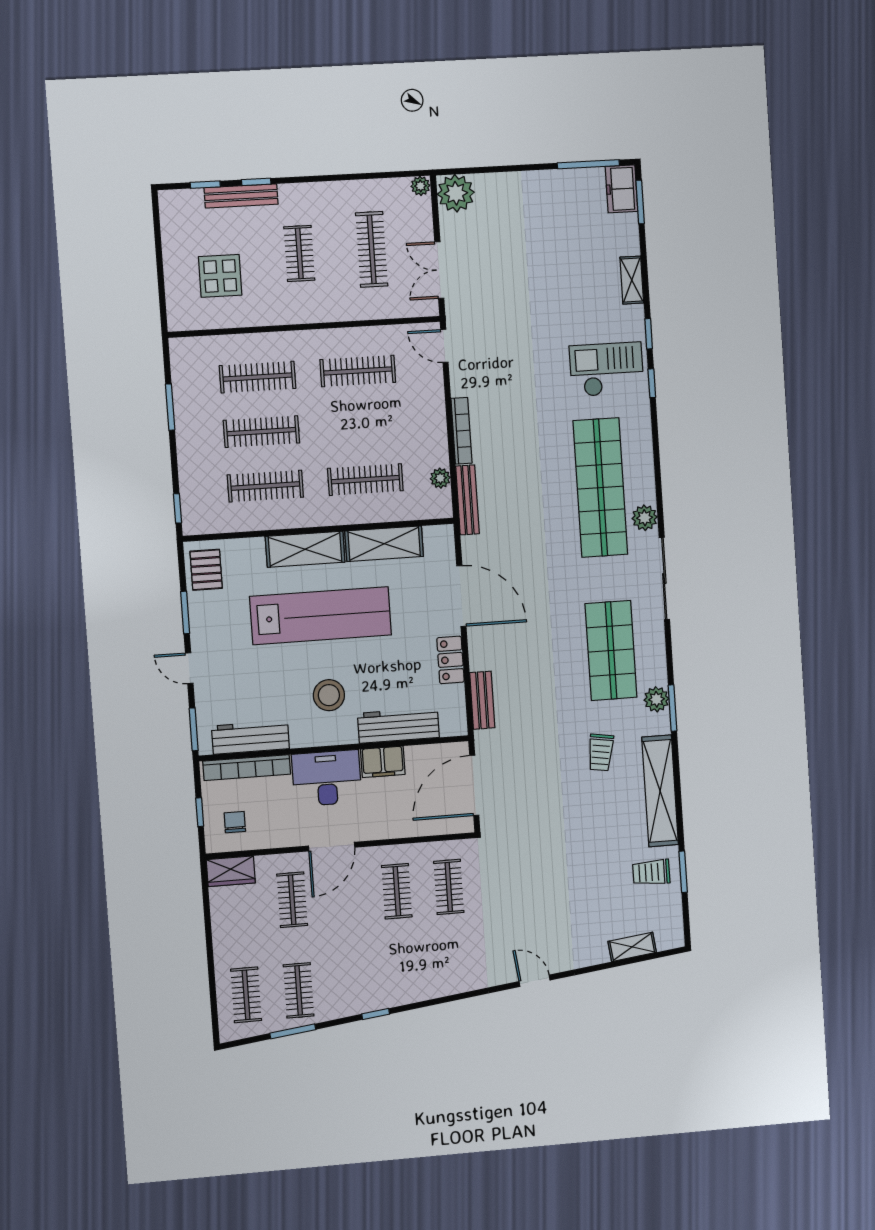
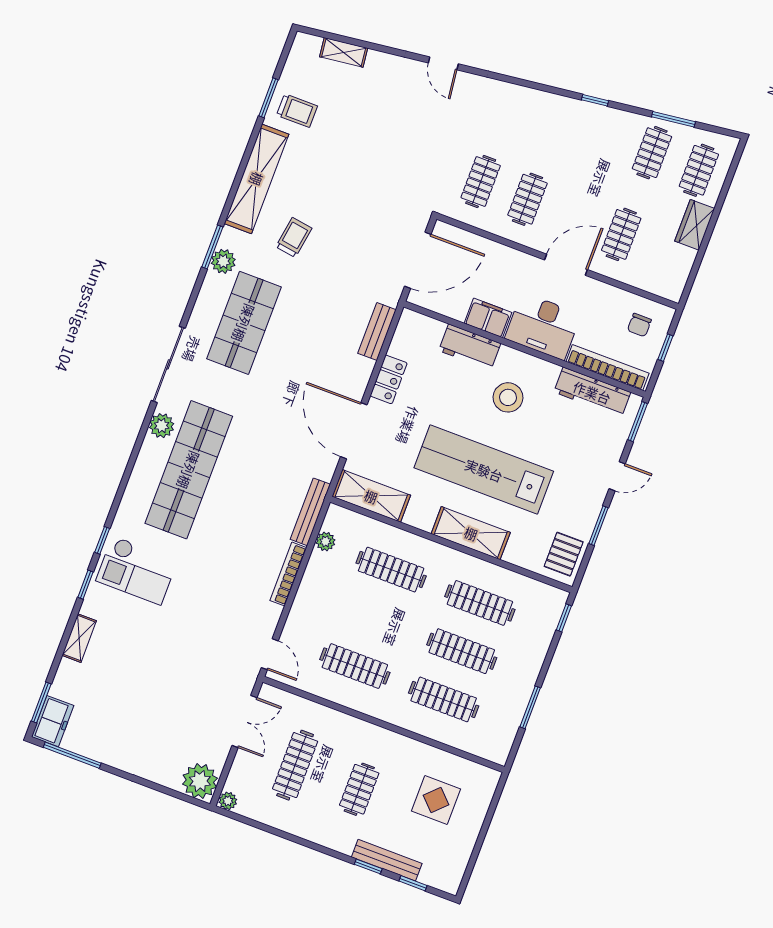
shelving: (384, 544) -> (371, 496), moved
door: (189, 668) -> (617, 476), hinge flipped
workbench: (398, 725) -> (470, 347), width x0.73
wardrobe: (231, 871) -> (695, 225), moved, turned -90

